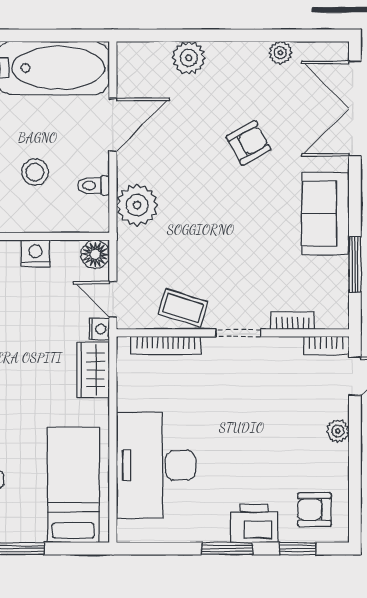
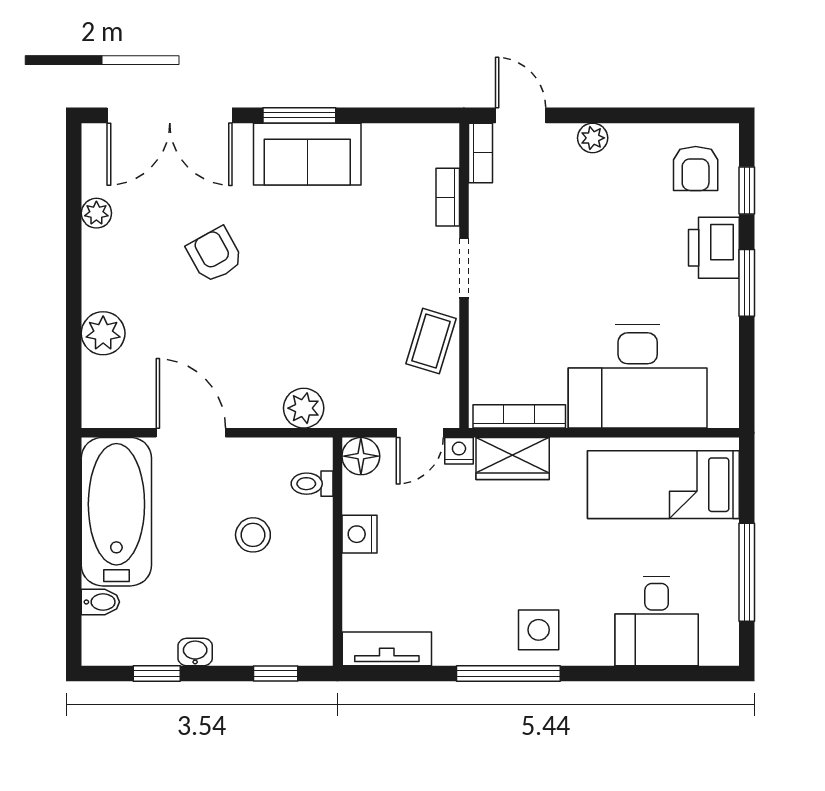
toilet: (94, 186) -> (312, 484), moved, turned 90
plant: (137, 205) -> (304, 408), width x0.73, depth x0.73
window: (355, 264) -> (299, 115), moved
bookcase: (166, 345) -> (519, 416), moved, turned -90

